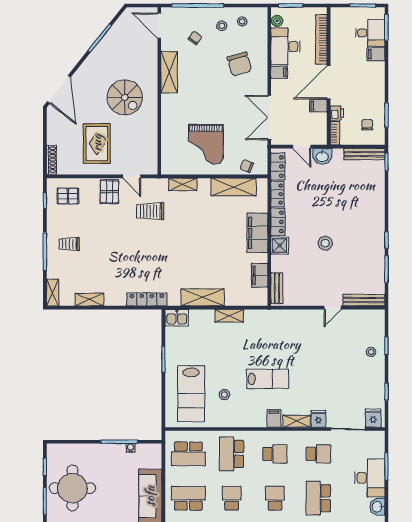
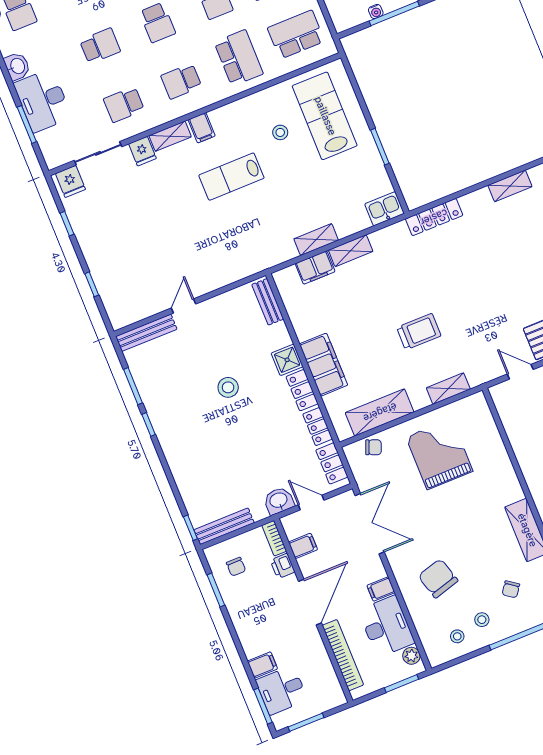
filing cabinet: (318, 106) -> (303, 546), moved
trolley: (150, 211) -> (419, 332), moved
filing cabinet: (260, 275) -> (315, 267), moved, turned 90
shelving: (203, 297) -> (351, 251), width x0.67, depth x0.75
stool: (371, 352) -> (109, 268), removed
school desk: (318, 498) -> (100, 46), width x0.54

